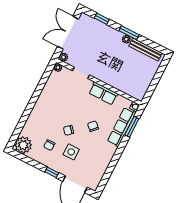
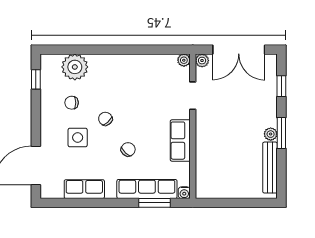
double door: (68, 33) -> (239, 50), swing flipped
plant: (23, 145) -> (75, 67), moved
row of seats: (103, 163) -> (84, 189), added
window: (52, 172) -> (36, 79), moved

